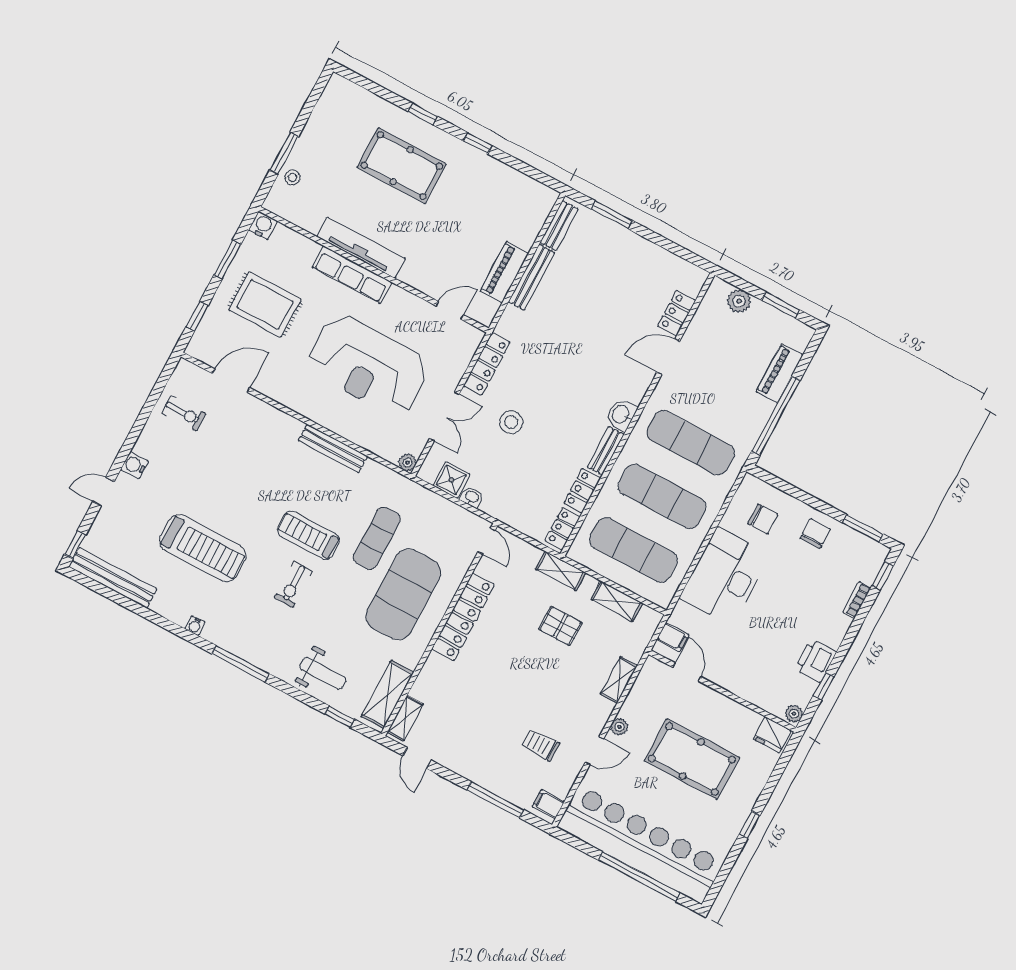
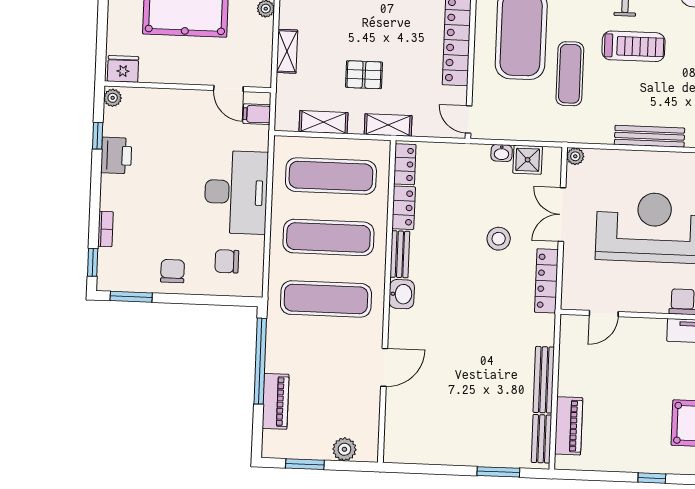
piano: (504, 272) -> (569, 426), moved
locker: (677, 313) -> (396, 411), removed
chair: (815, 534) -> (173, 271), turned 180

